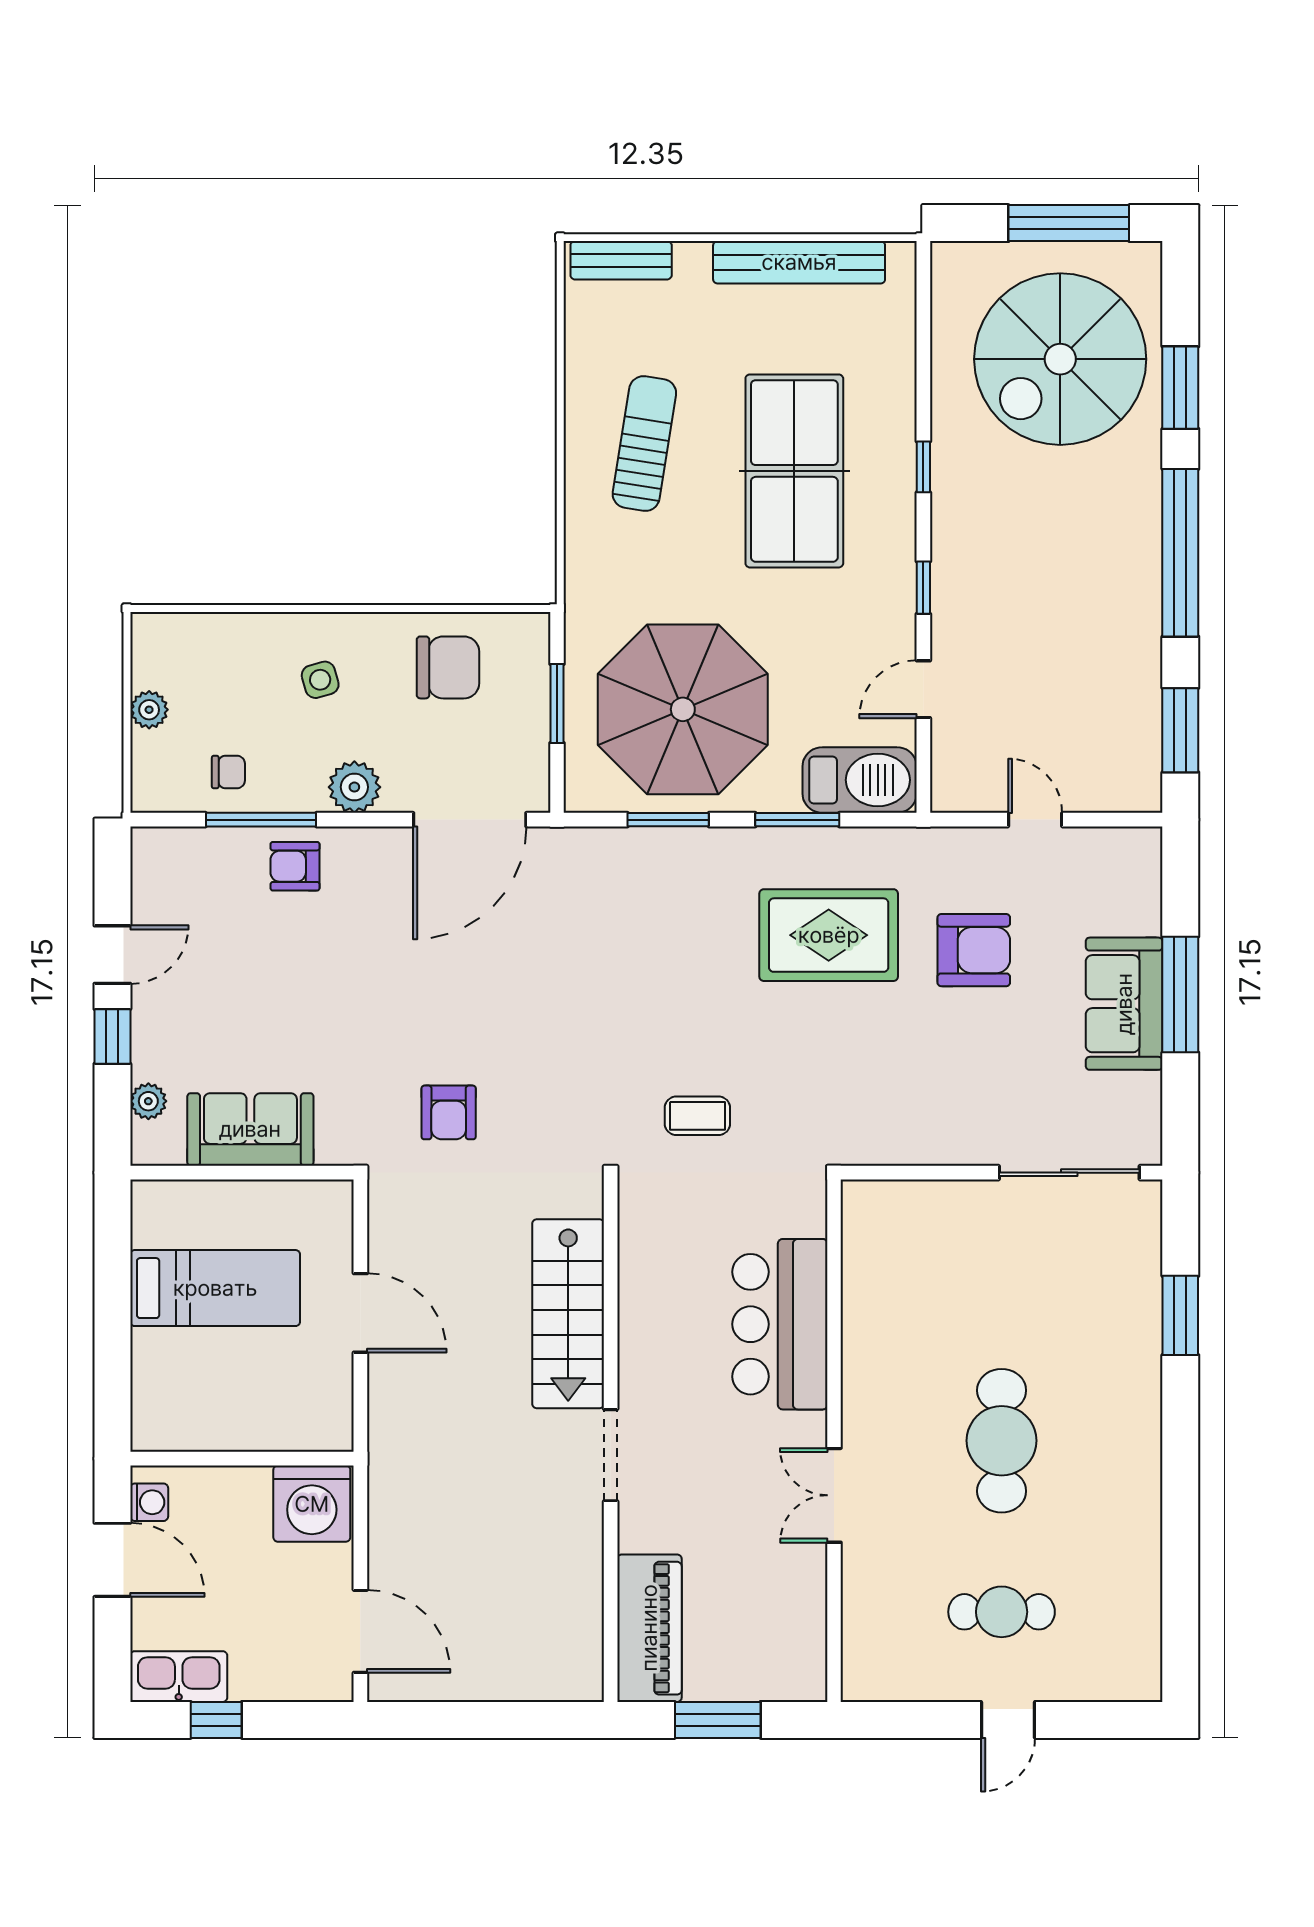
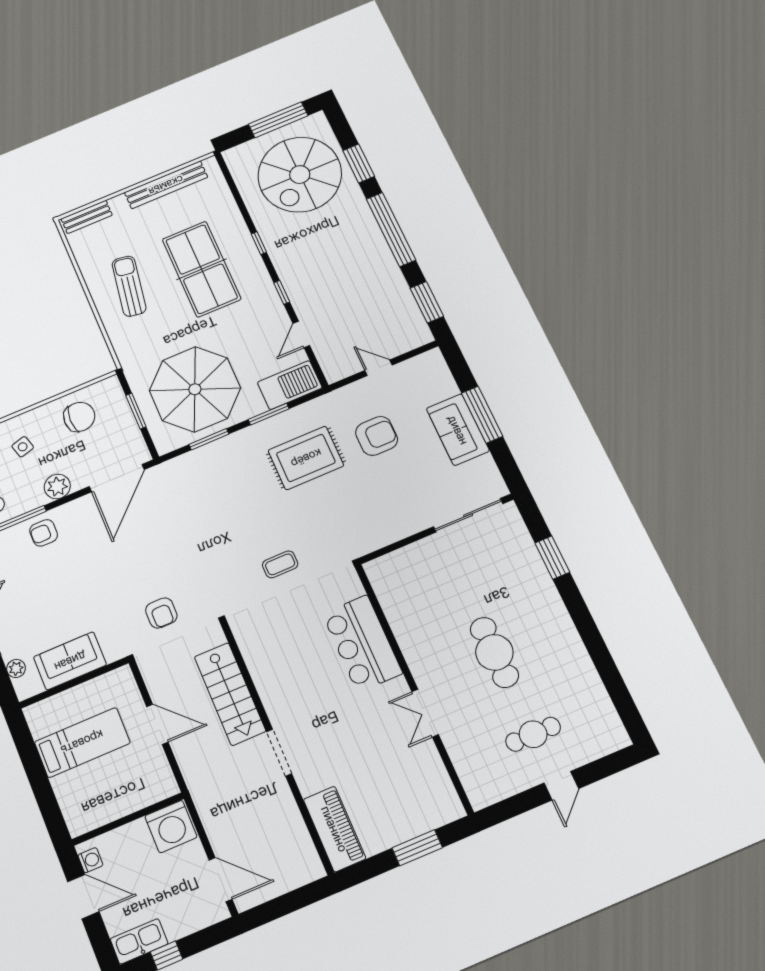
stairs: (568, 1314) -> (230, 694), moved
wall: (611, 1441) -> (276, 746), moved
doorway: (611, 1455) -> (279, 753), moved
piano: (649, 1628) -> (334, 829), moved

